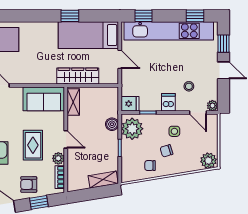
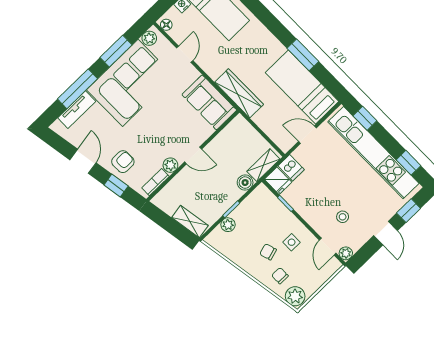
window: (70, 16) -> (303, 55), width x1.50
door: (120, 59) -> (307, 135), swing flipped
wardrobe: (78, 76) -> (239, 93), moved
shelving: (73, 102) -> (263, 165), moved
dishwasher: (168, 102) -> (291, 168), moved, turned 90
plant: (132, 129) -> (228, 225), moved, width x0.53, depth x0.53
door: (66, 139) -> (193, 156), hinge flipped
rug: (33, 145) -> (160, 132), removed
chair: (150, 166) -> (280, 276), moved
armchair: (29, 184) -> (123, 162), turned 90

